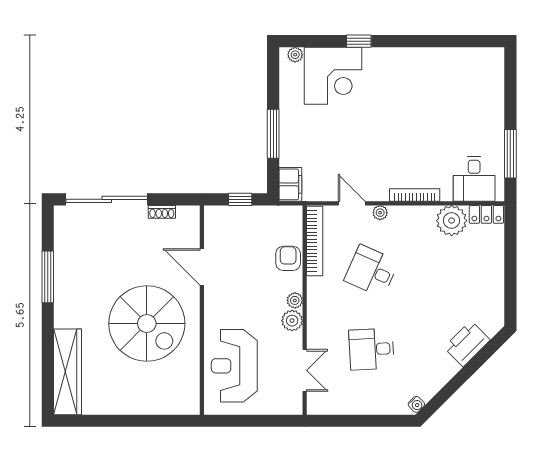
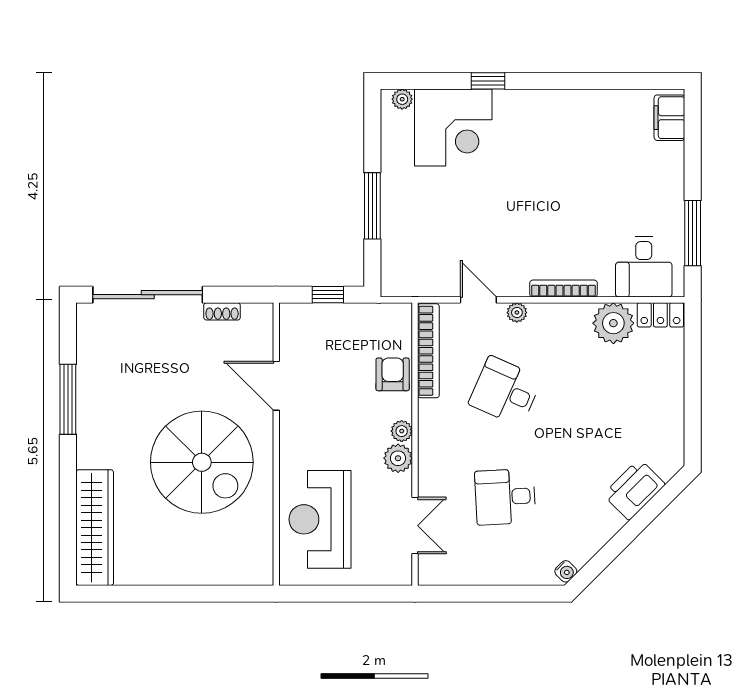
filing cabinet: (290, 184) -> (669, 118), moved, turned 180

